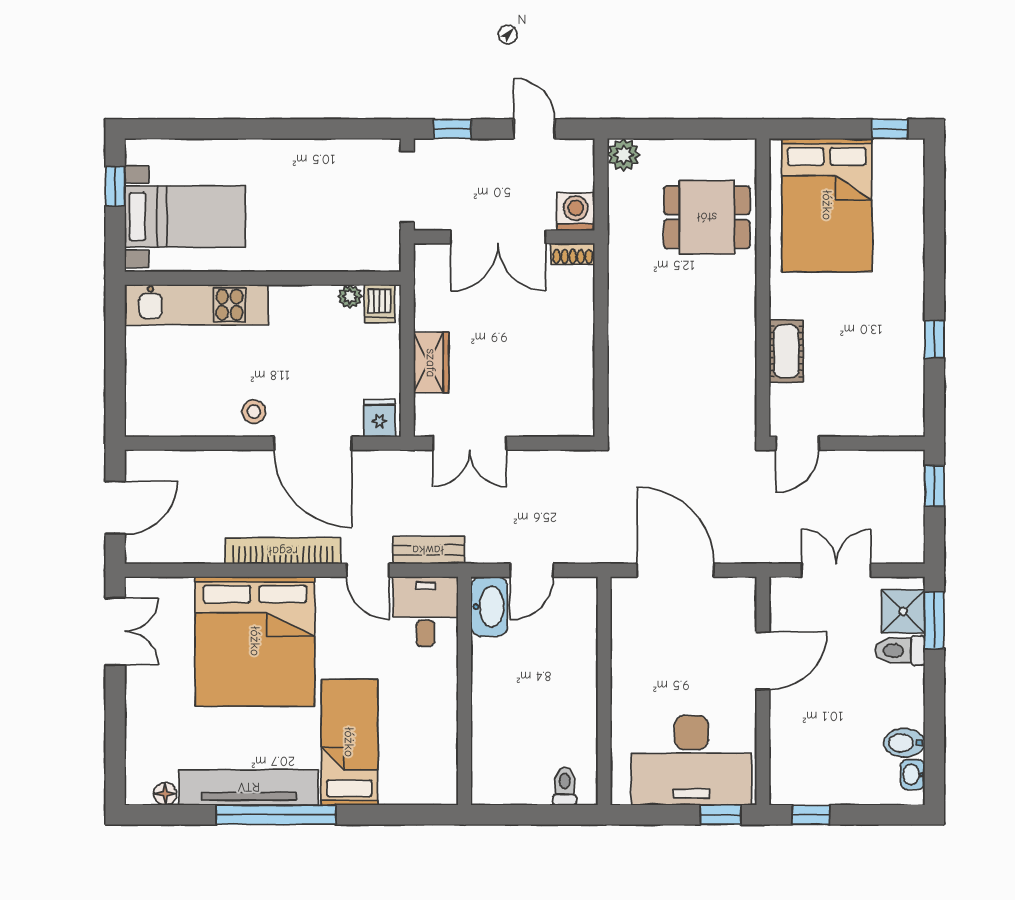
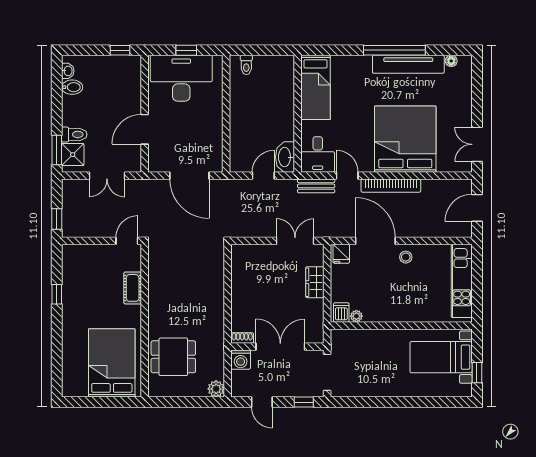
window: (890, 129) -> (79, 402), removed
kitchen unit: (196, 305) -> (462, 281), moved, turned -90
bed: (349, 742) -> (316, 87), moved
window: (721, 815) -> (186, 50), moved

